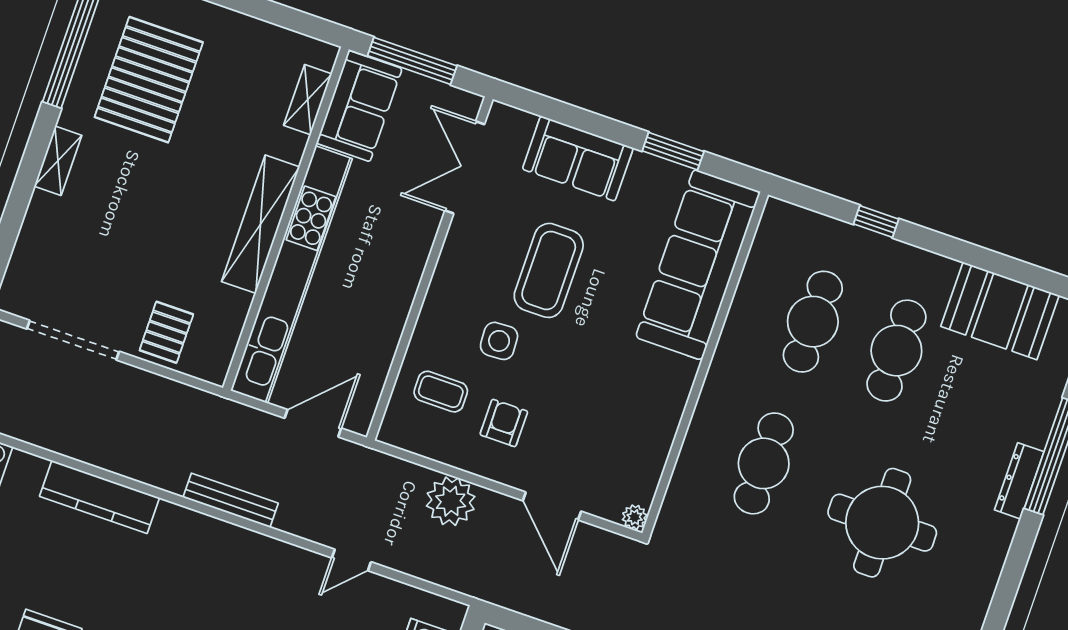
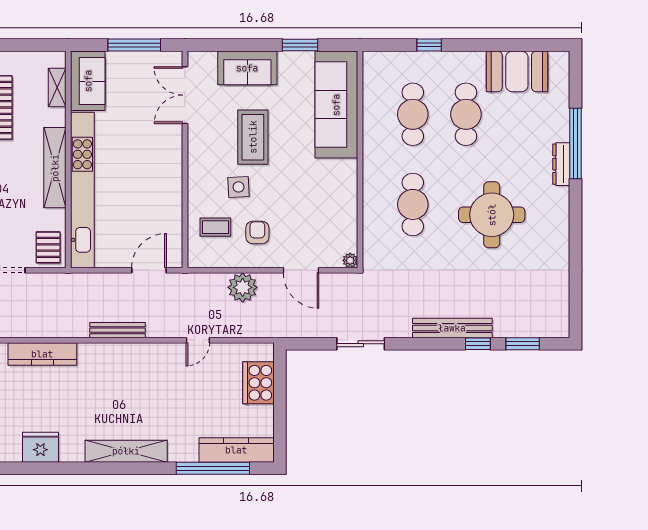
shelving: (308, 100) -> (57, 88), moved
sofa: (359, 106) -> (88, 81), moved
wall: (286, 219) -> (68, 159), moved
shelving: (261, 224) -> (55, 168), moved
kitchen unit: (291, 275) -> (82, 190), moved

